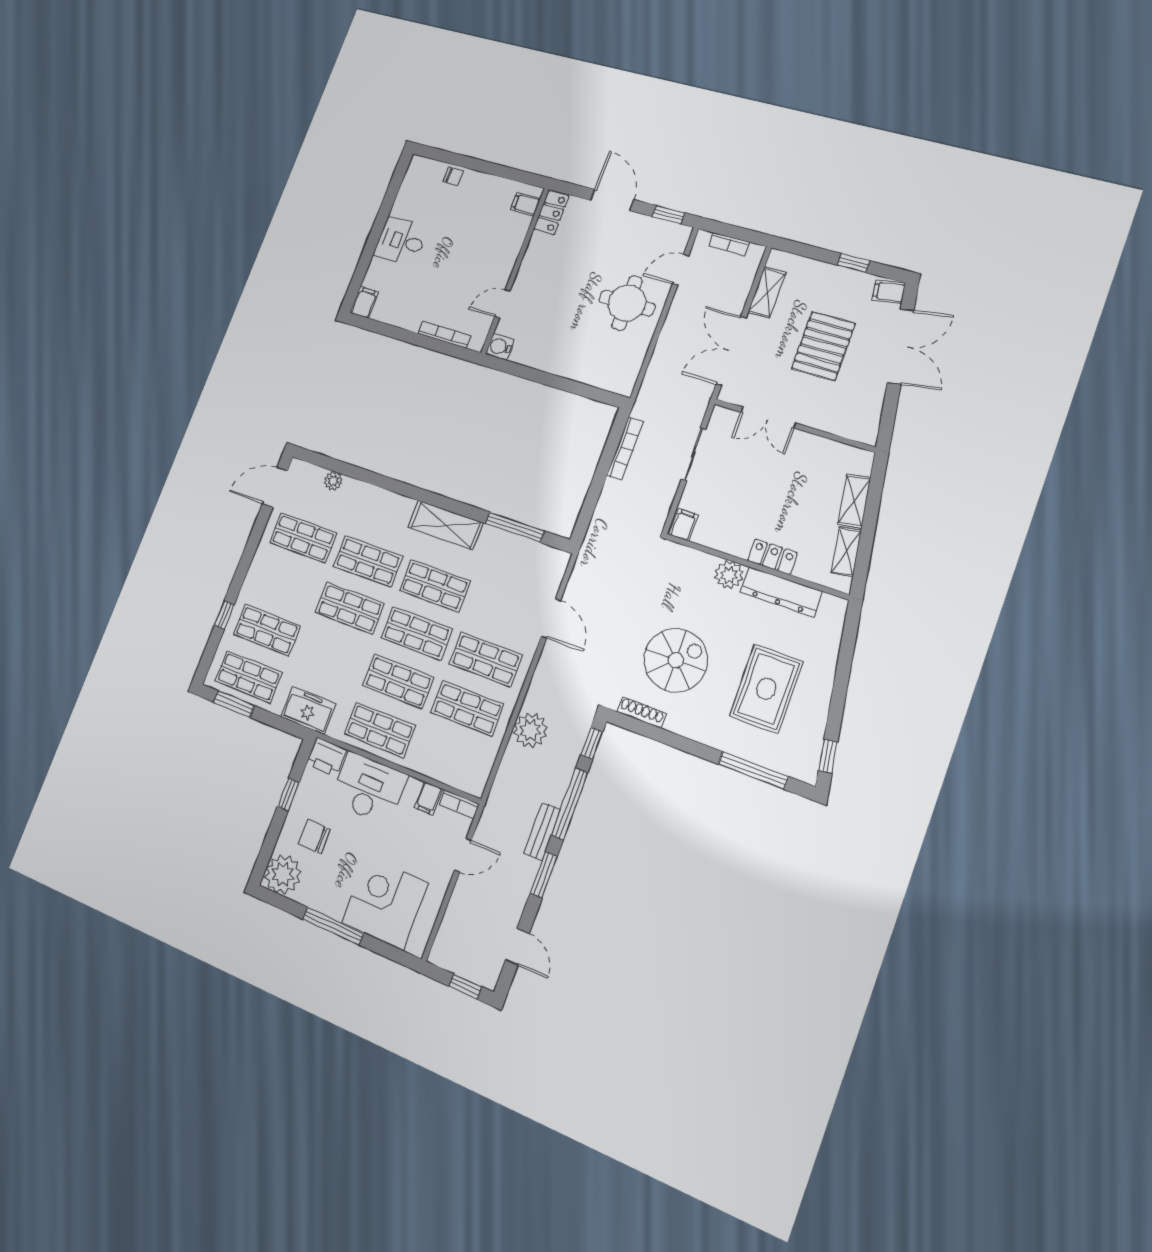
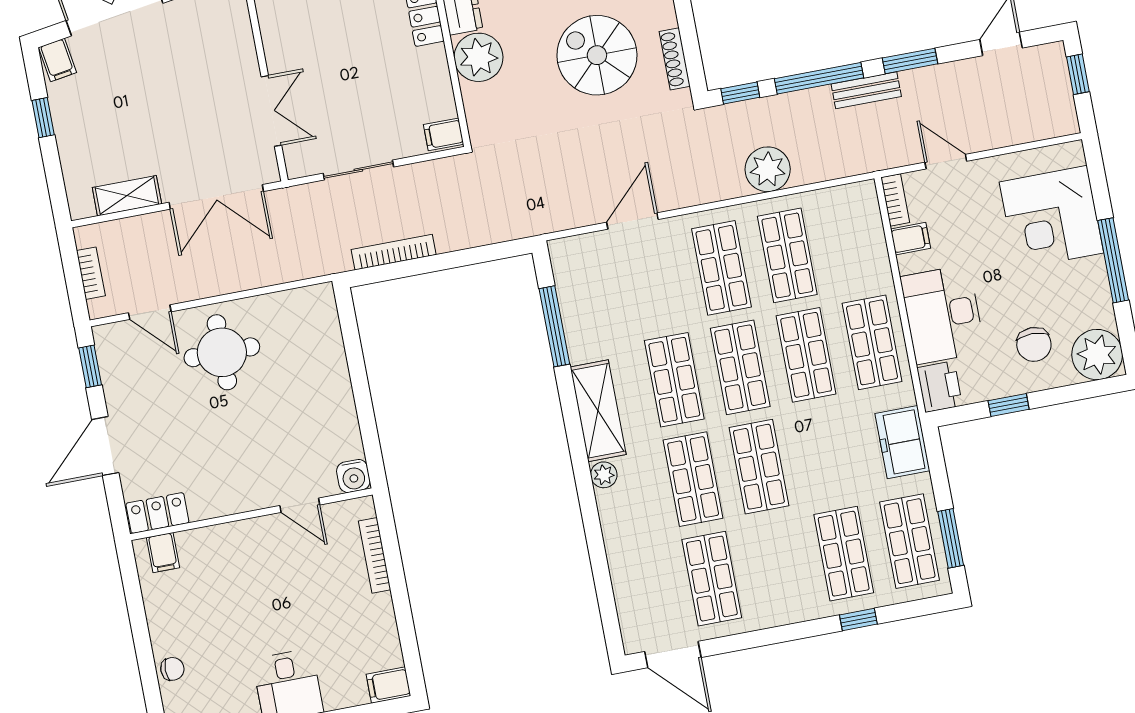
chair: (453, 176) -> (172, 669), turned 90
pallet: (823, 346) -> (157, 97), removed
plant: (333, 481) -> (604, 475), moved
plant: (729, 575) -> (479, 57), width x1.36, depth x1.36

